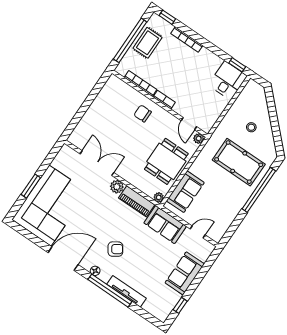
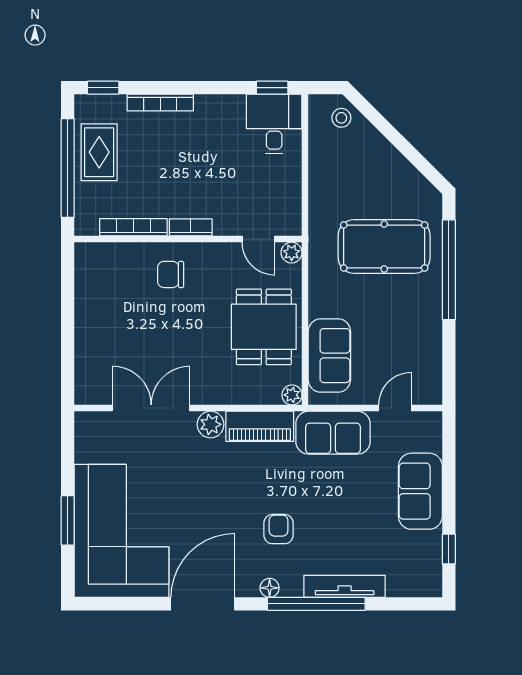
stool: (251, 127) -> (341, 118), moved
armchair: (115, 249) -> (278, 529), turned -56

